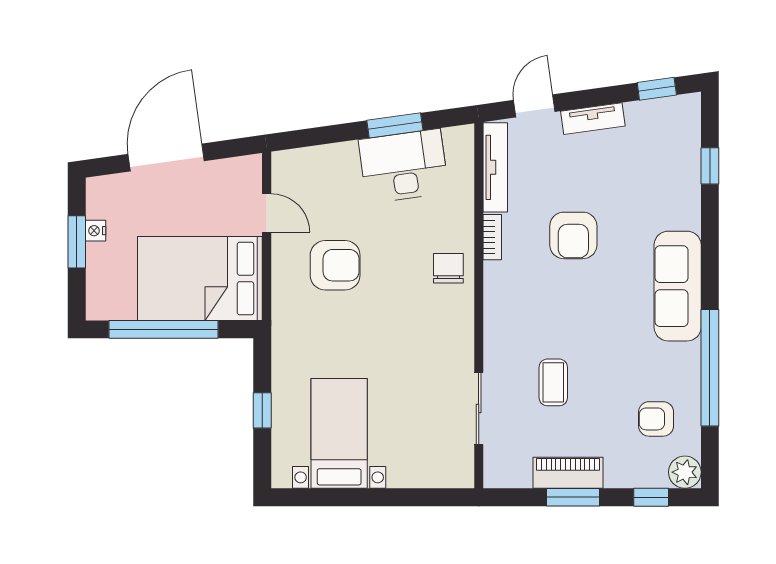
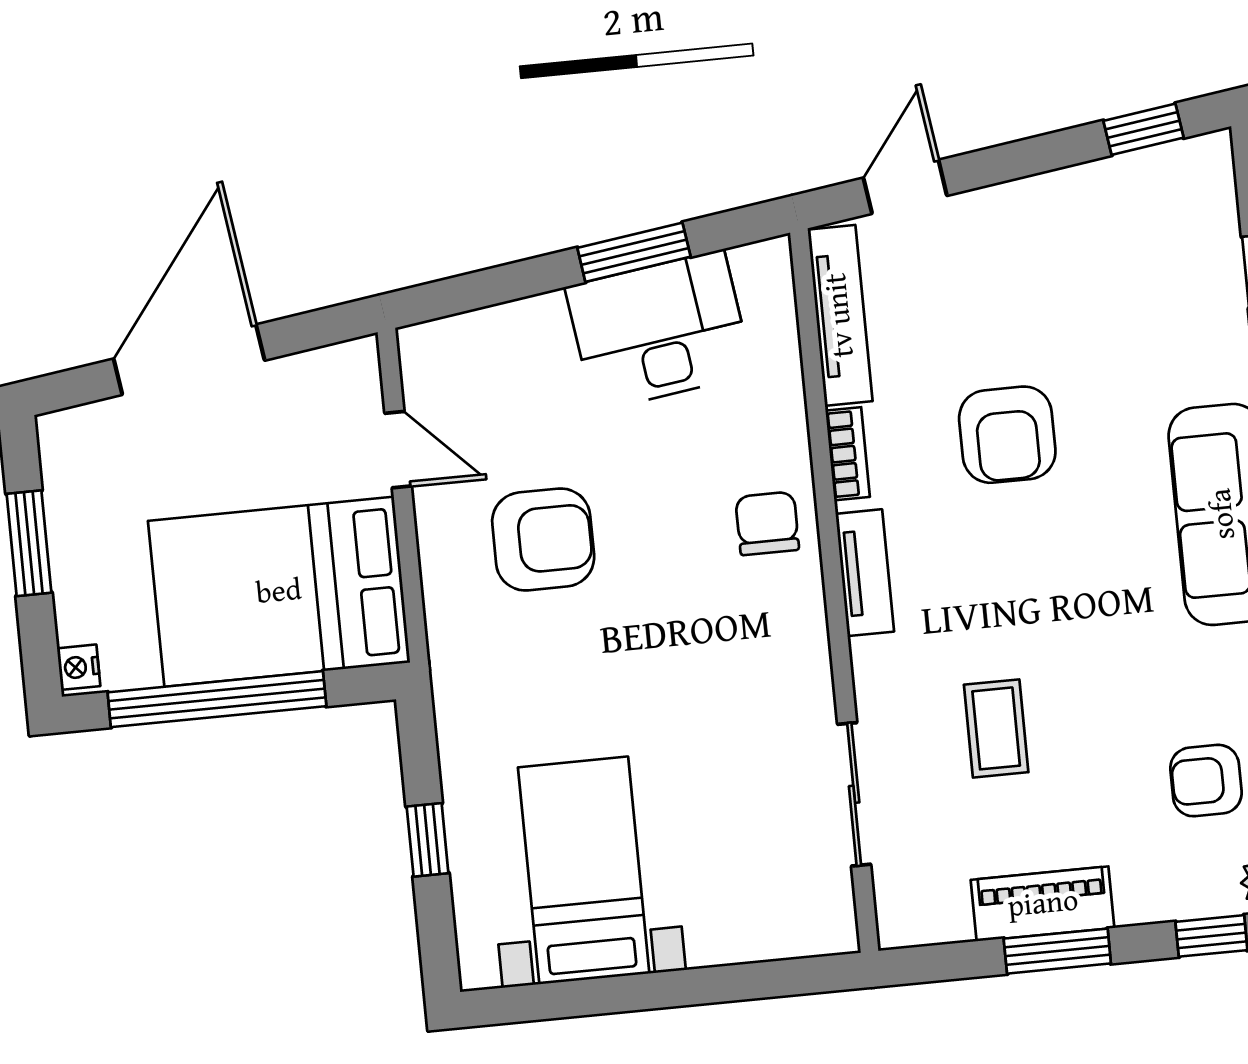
tv unit: (593, 119) -> (865, 573), moved, turned -82
nightstand: (96, 231) -> (79, 667), moved

